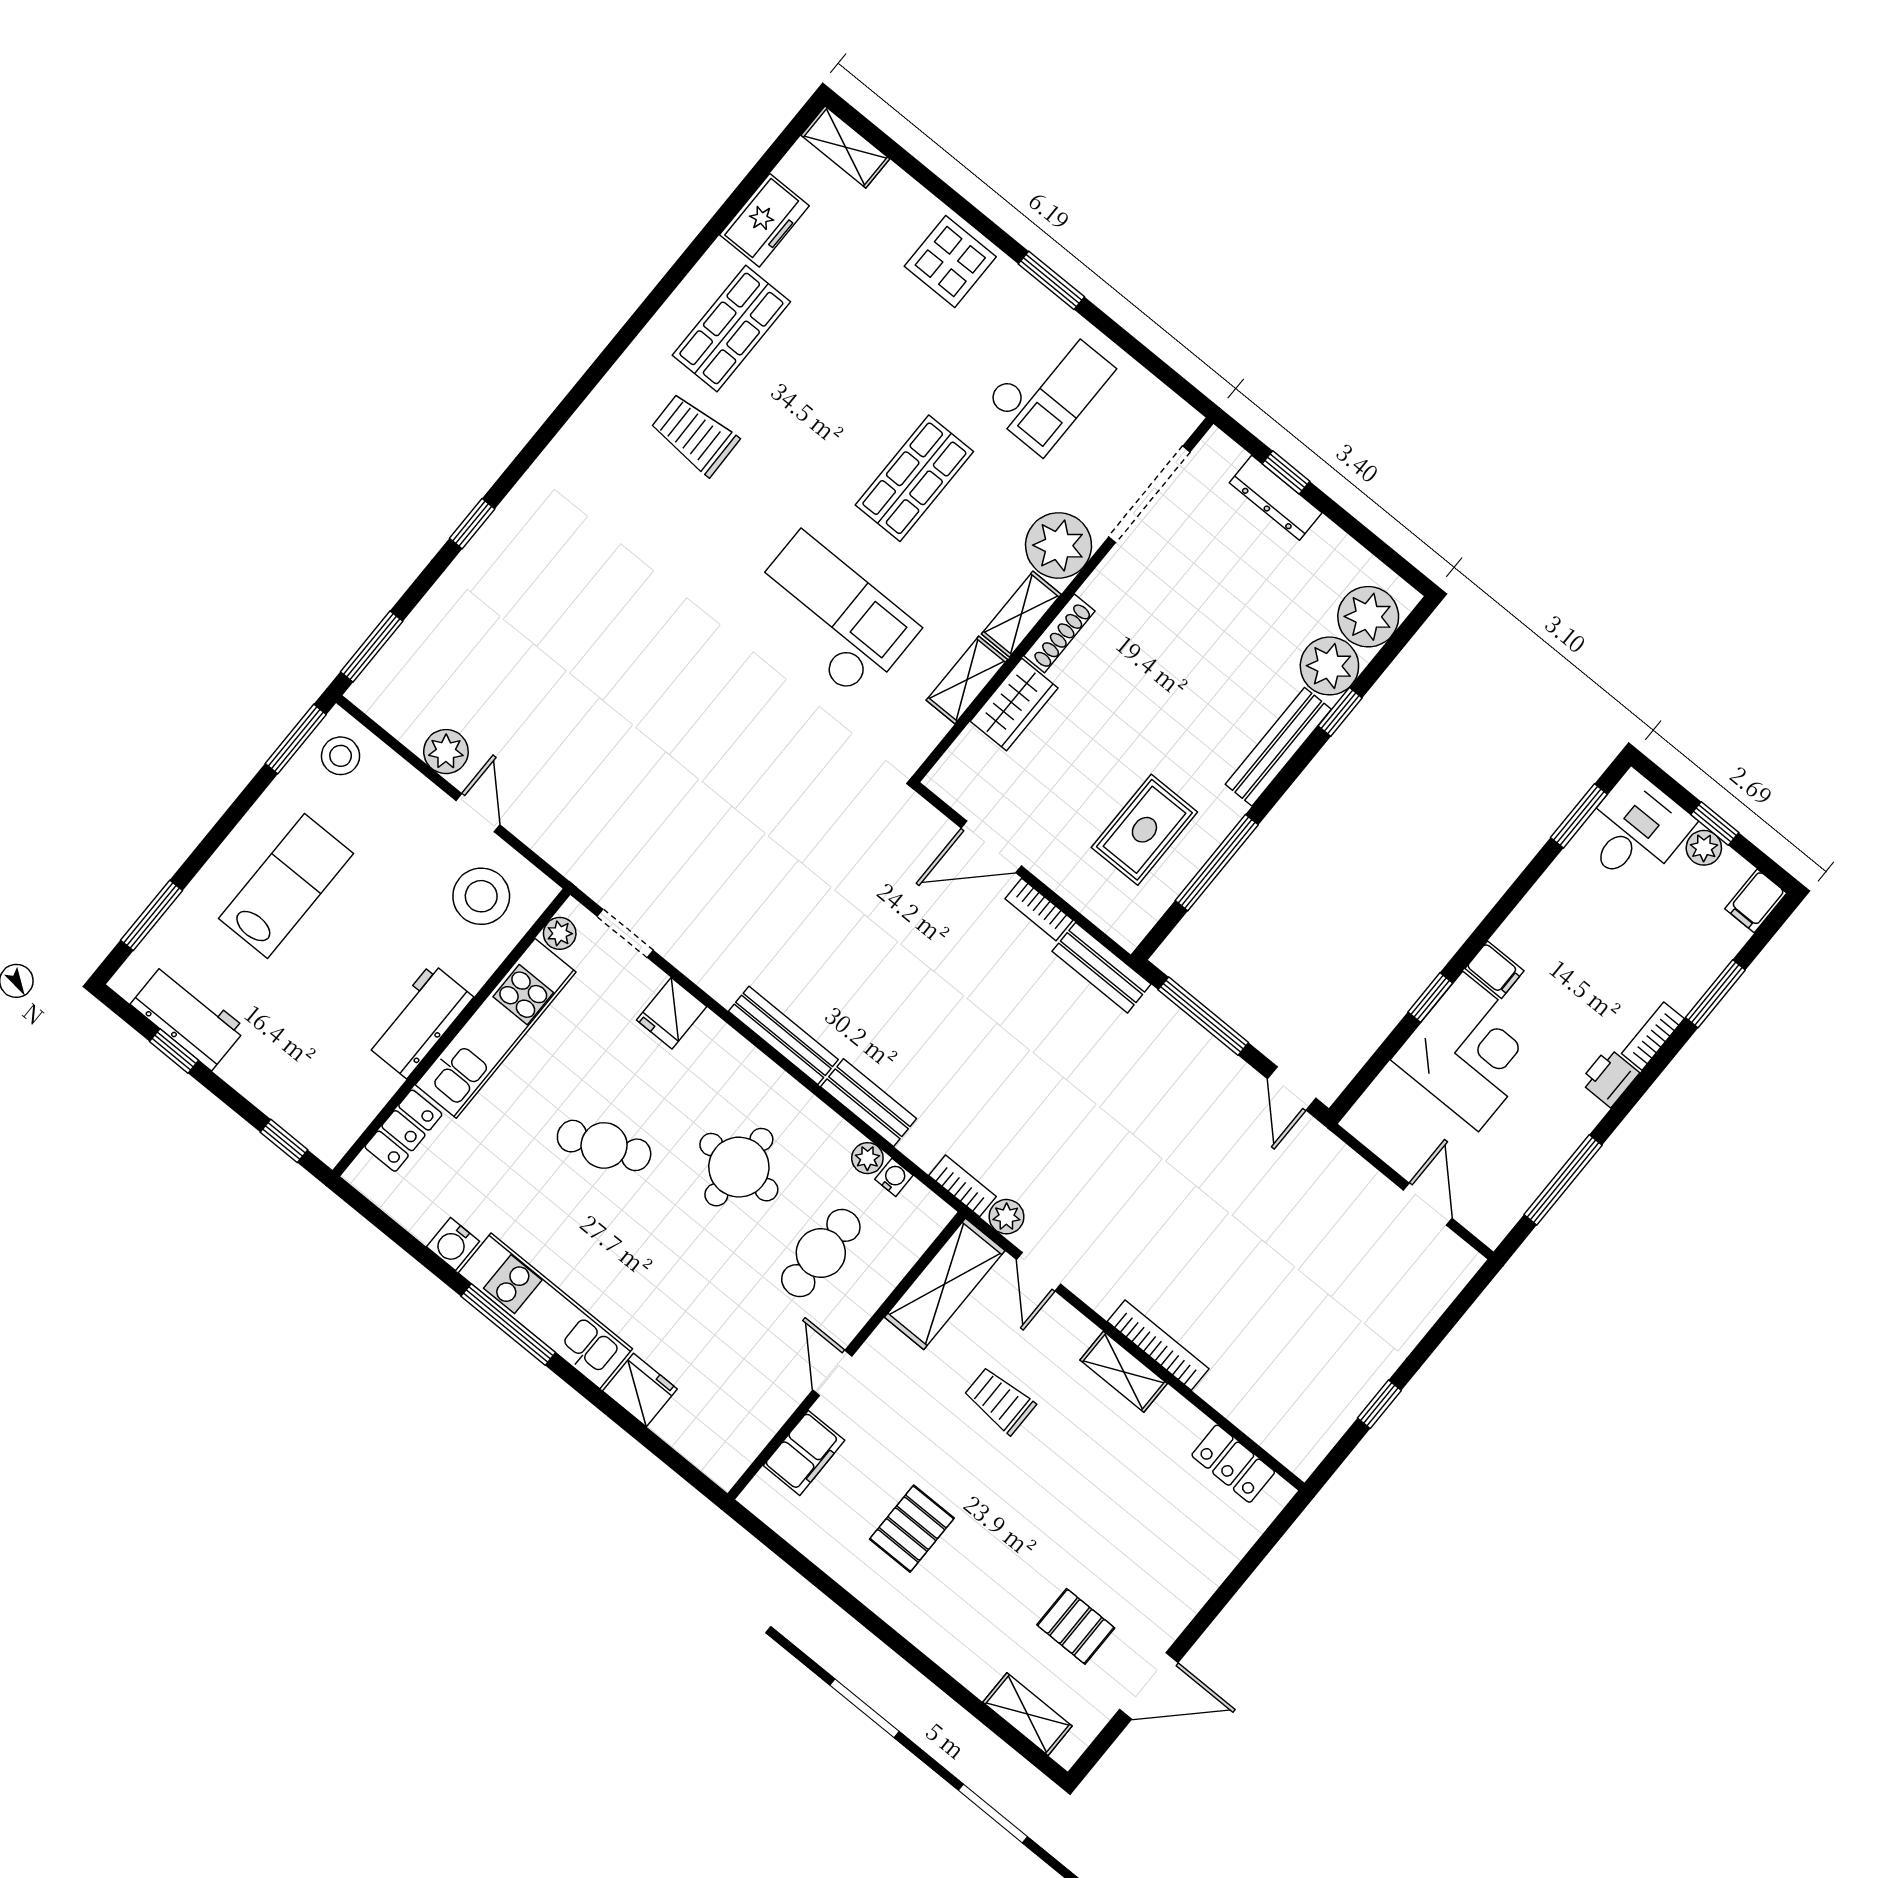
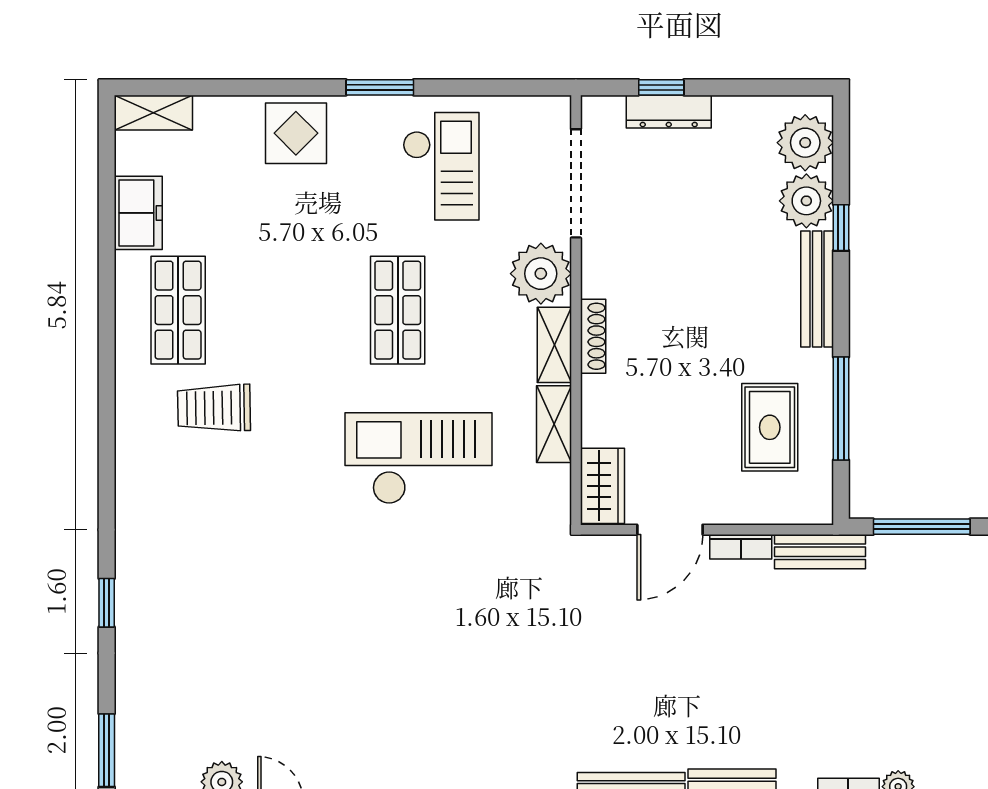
wardrobe: (1014, 705) -> (602, 486), moved

